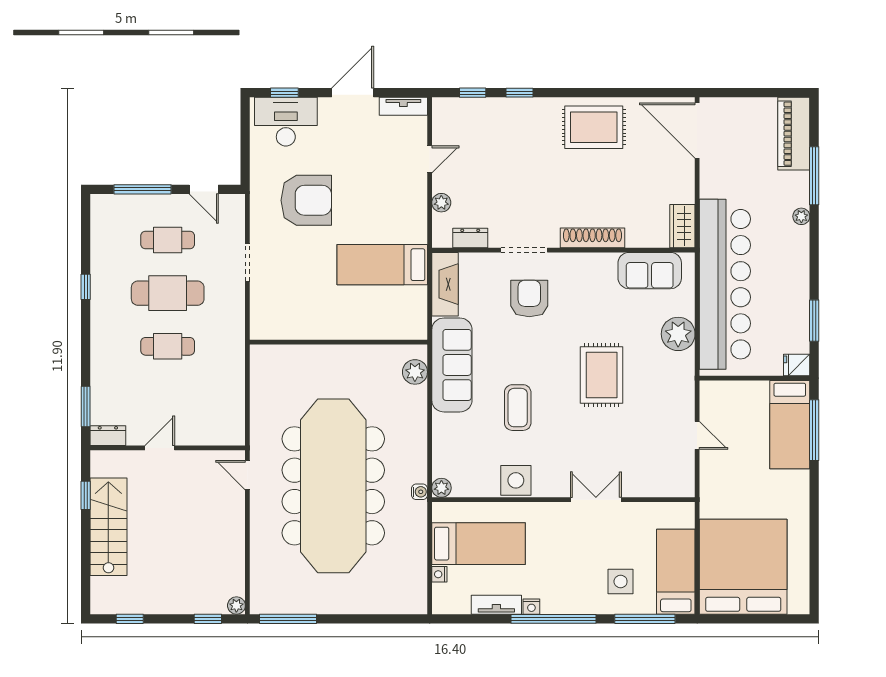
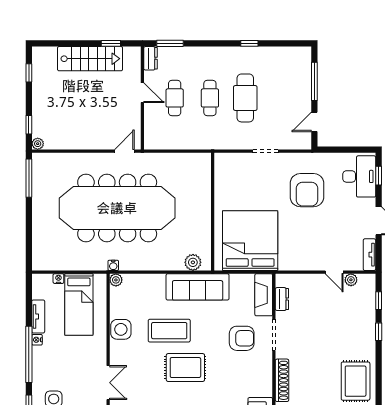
plant: (441, 203) -> (351, 280), moved
cafe table: (168, 240) -> (175, 98), moved
bed: (382, 265) -> (250, 241), width x2.04
fireplace: (445, 284) -> (264, 295), moved, turned 90
rug: (602, 375) -> (185, 368), moved
coffee table: (518, 408) -> (169, 331), width x1.36, depth x1.32

